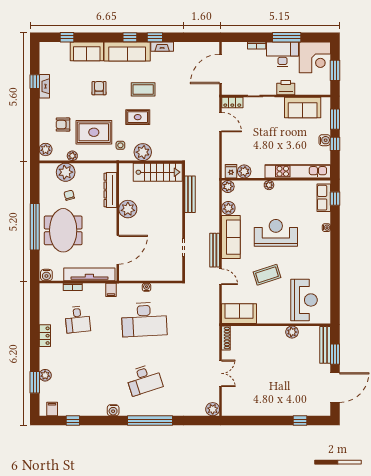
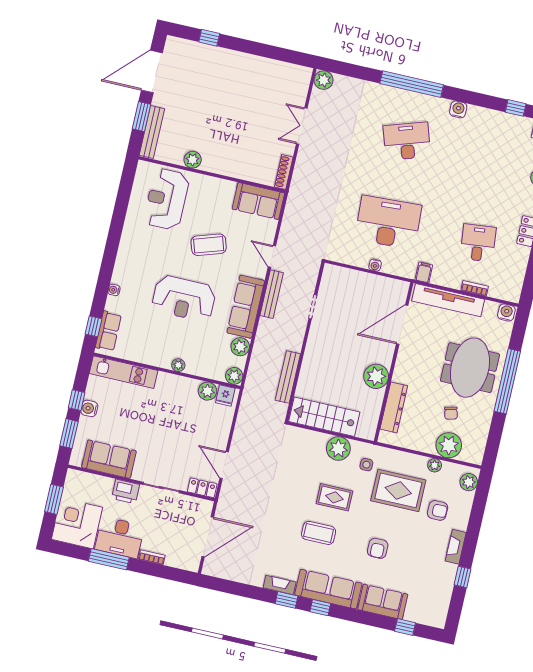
fireplace: (44, 86) -> (456, 547), moved
kitchen unit: (298, 171) -> (124, 372), width x0.73

